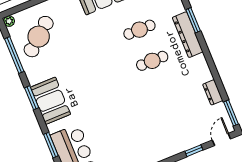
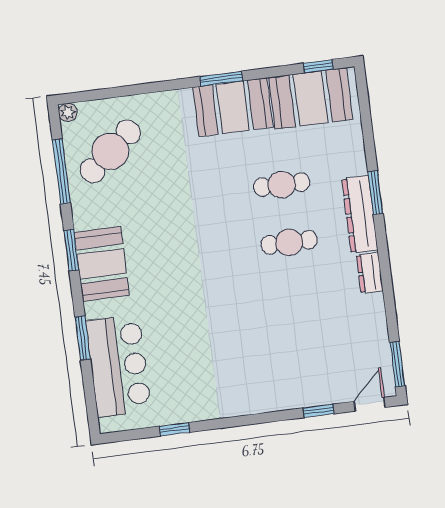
dresser: (213, 92) -> (370, 273), moved

